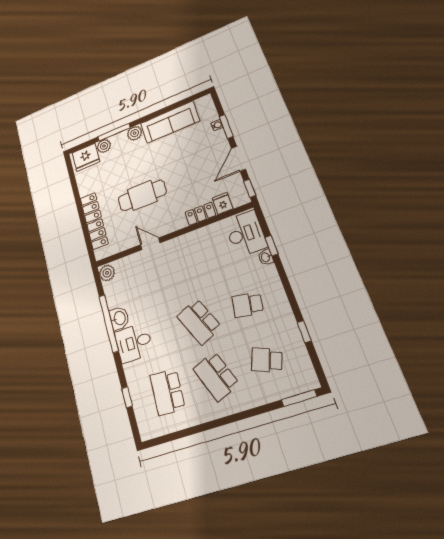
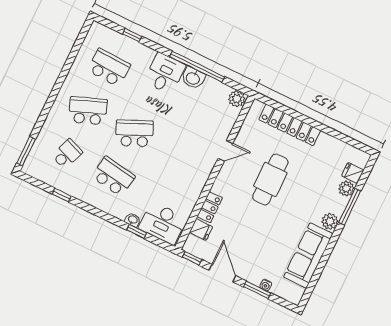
fridge: (86, 157) -> (353, 173), width x0.53, depth x0.75
school desk: (248, 305) -> (113, 176), width x1.85

